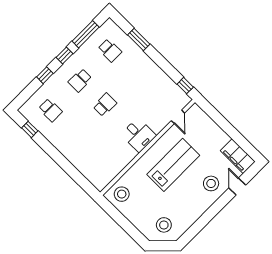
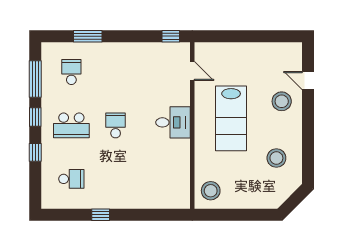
school desk: (110, 50) -> (71, 72), turned -90
school desk: (80, 80) -> (71, 125), width x1.85
window: (30, 129) -> (101, 215), moved
filing cabinet: (238, 156) -> (281, 53), removed
lab bench: (173, 165) -> (231, 118), turned 180
stool: (164, 225) -> (276, 158), moved

